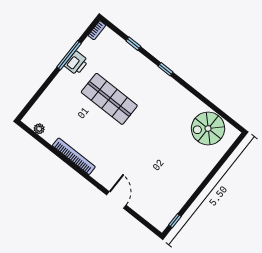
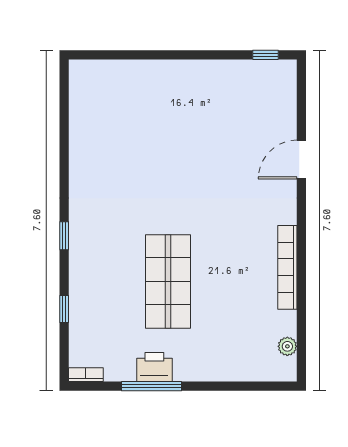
spiral stairs: (208, 128) -> (100, 111), removed

